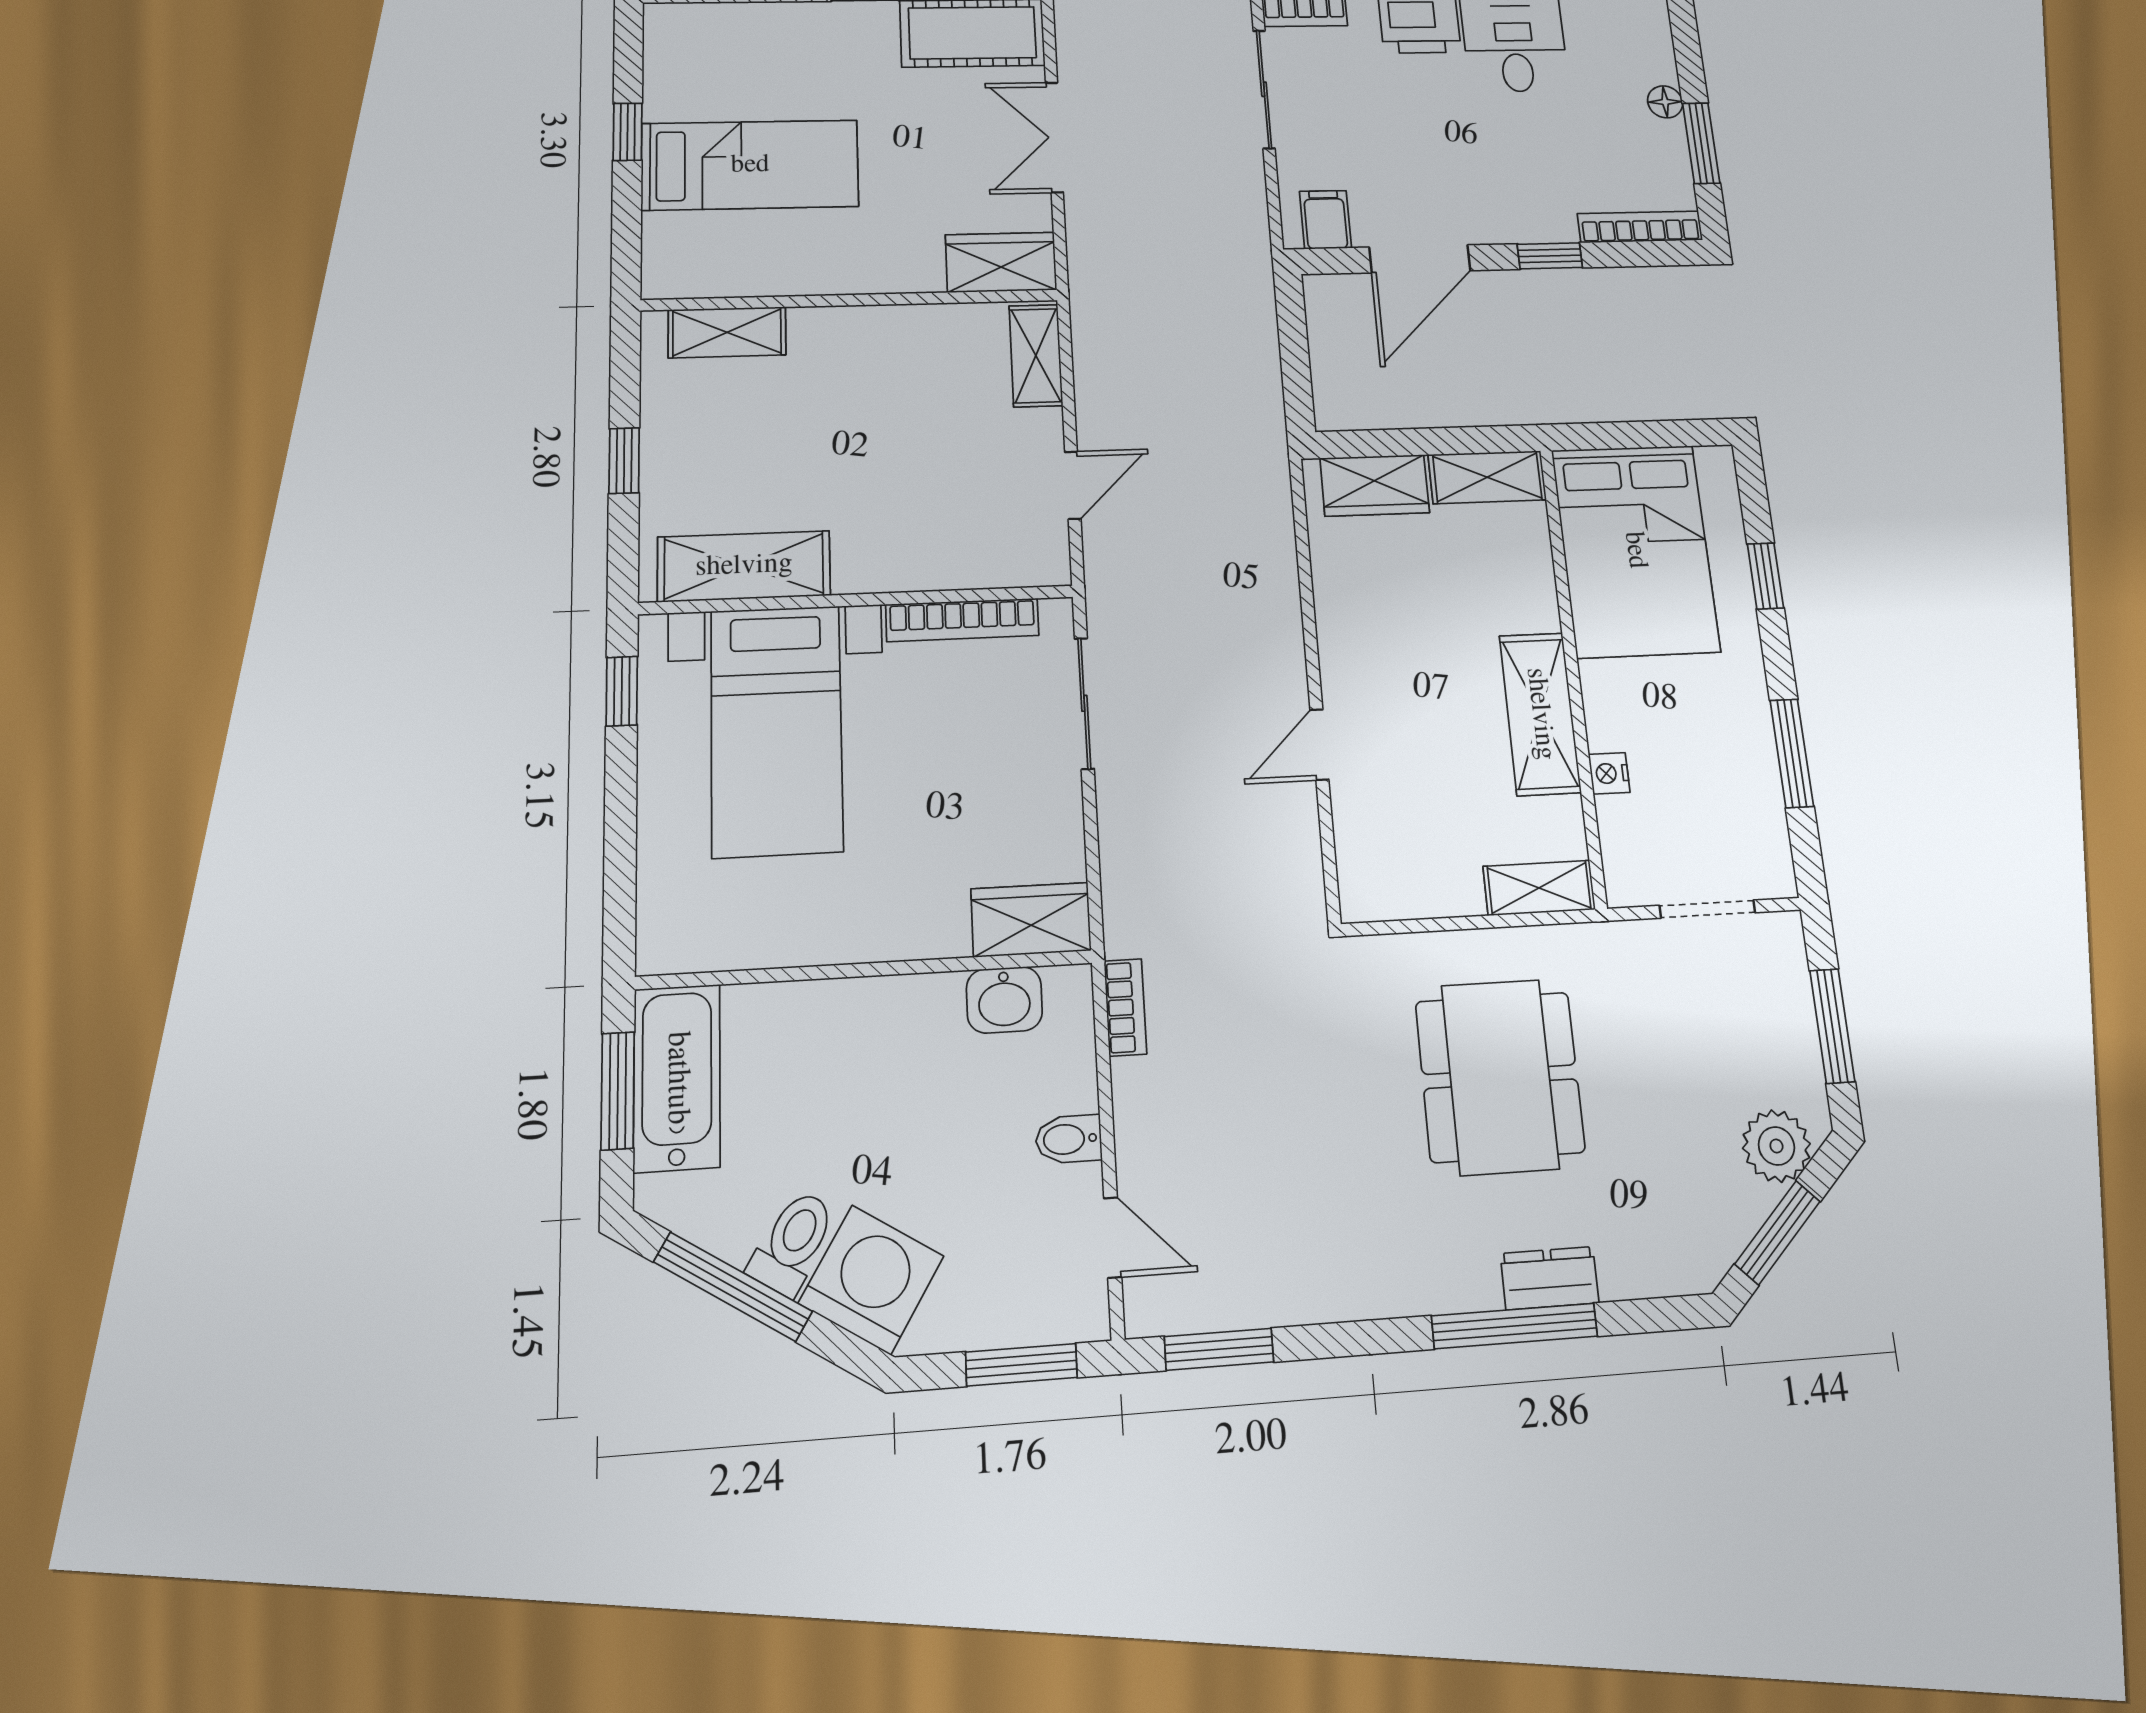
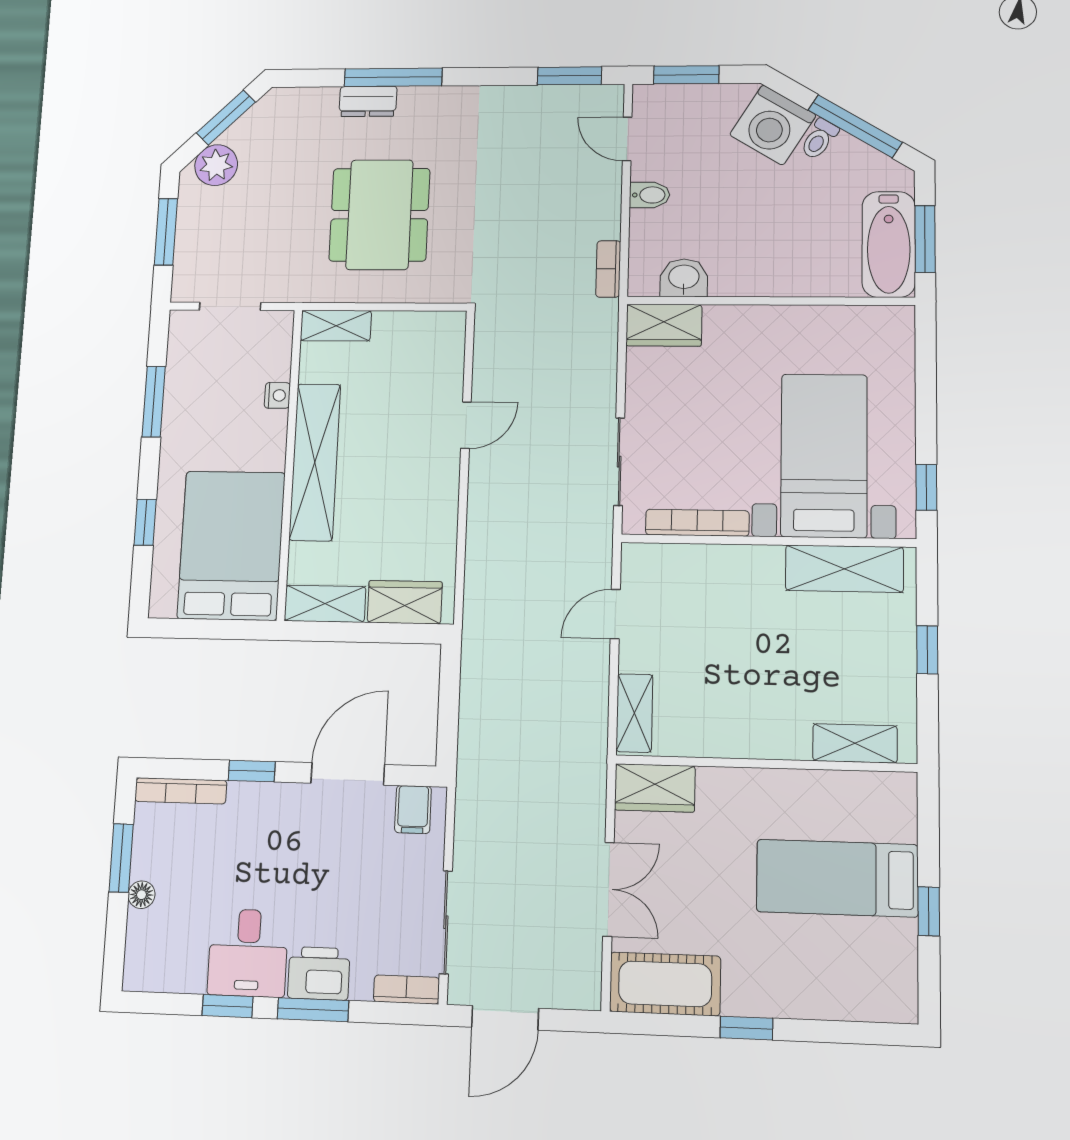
shelving: (1540, 714) -> (315, 462), width x1.47
toilet: (793, 1243) -> (819, 139), width x0.73, depth x0.72

